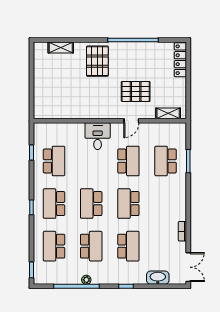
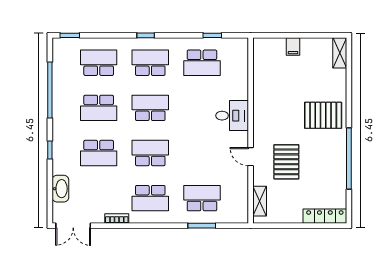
shelving: (61, 48) -> (340, 53), moved
filing cabinet: (41, 86) -> (293, 46), added
school desk: (128, 161) -> (150, 198), moved
plant: (86, 280) -> (58, 102), removed

